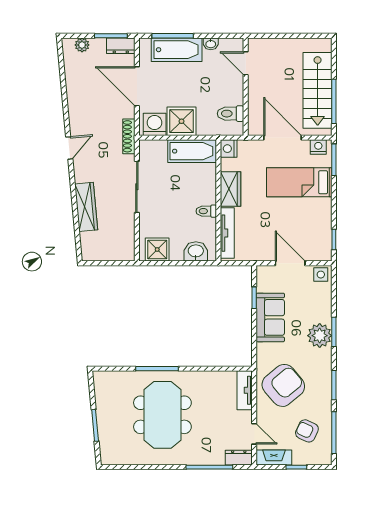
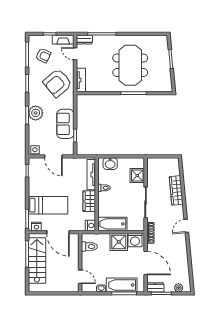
shower: (157, 250) -> (137, 176), moved

